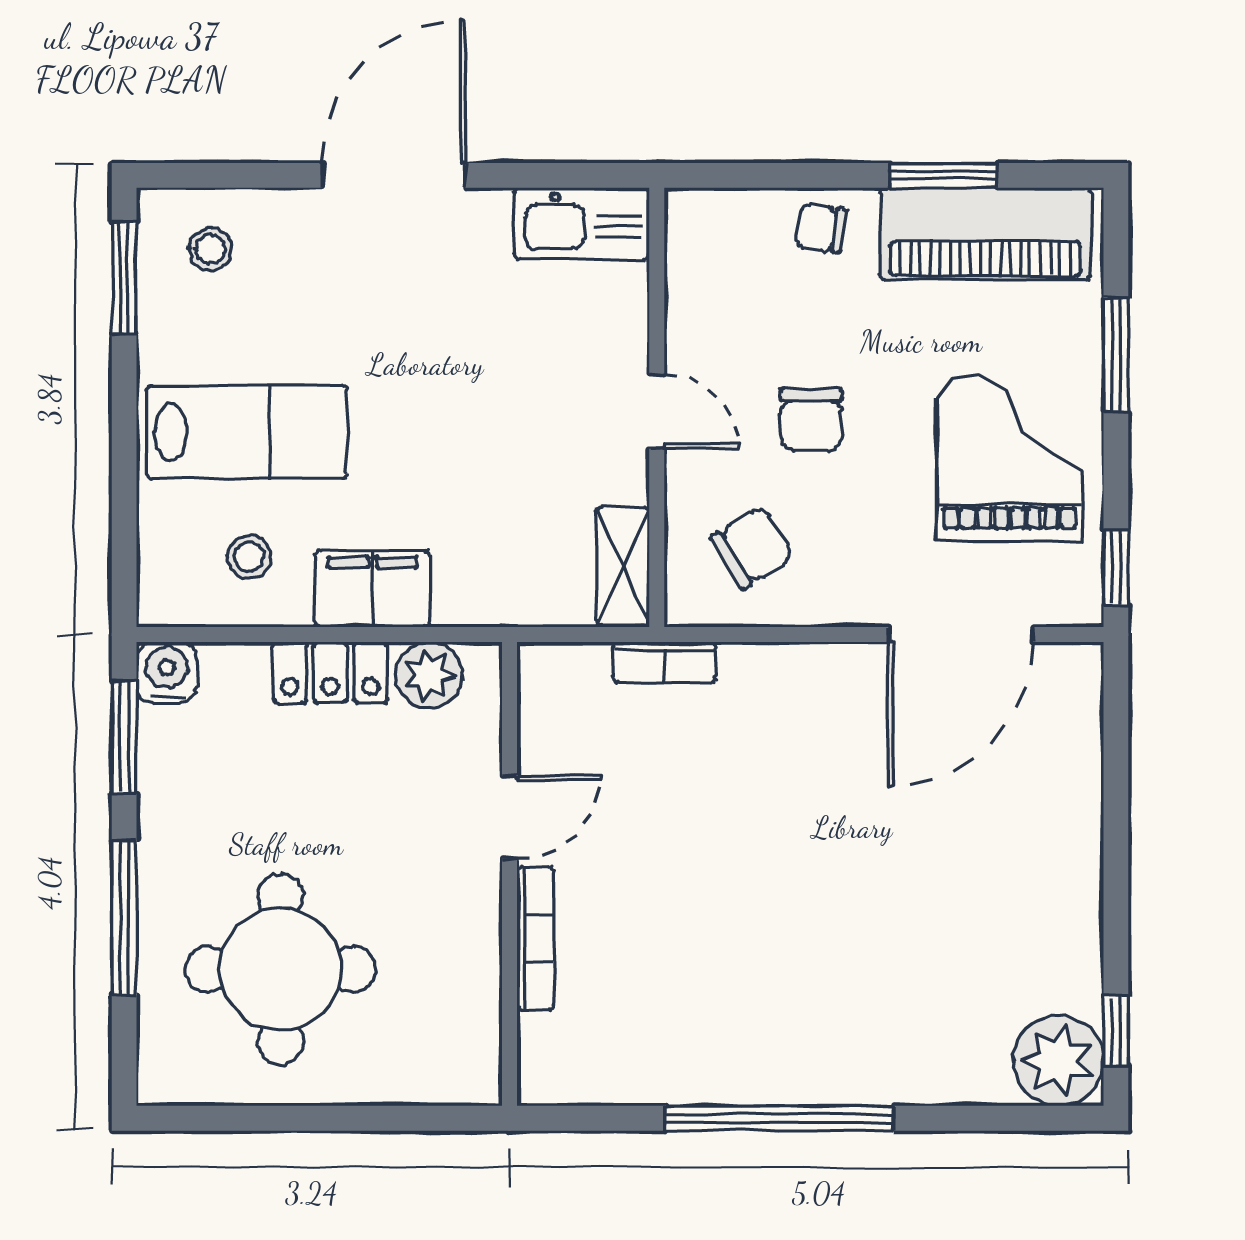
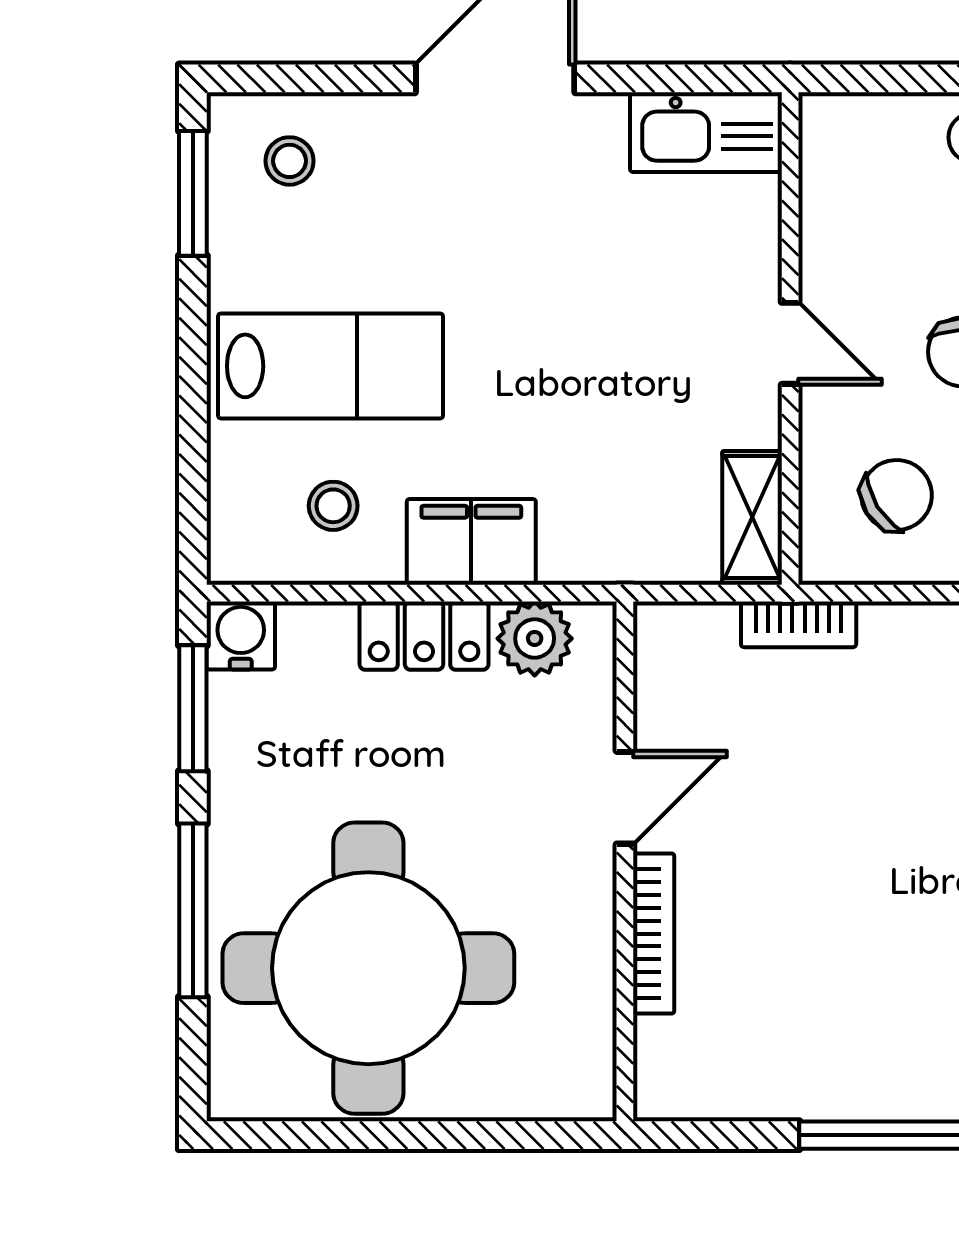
round table: (281, 969) -> (368, 968), width x1.36, depth x1.36

